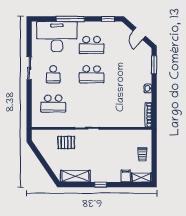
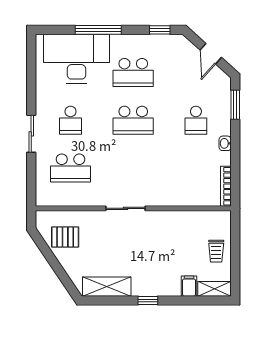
sliding door: (29, 68) -> (31, 134), moved
school desk: (130, 74) -> (196, 120), added
pallet: (66, 142) -> (65, 237), moved

